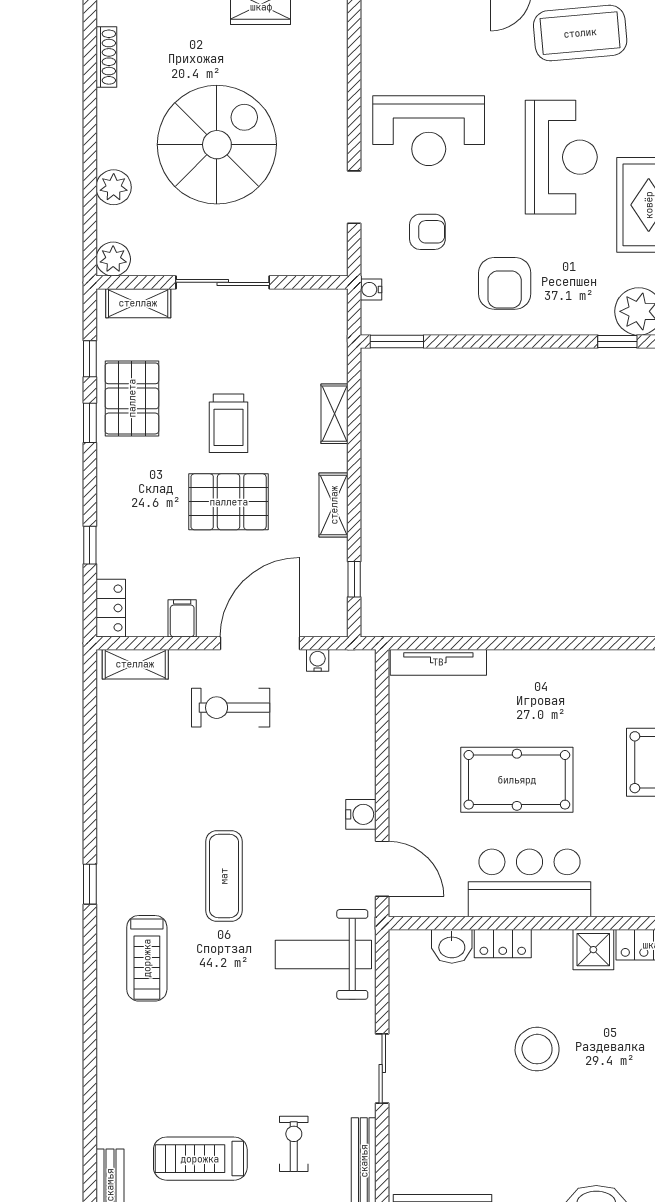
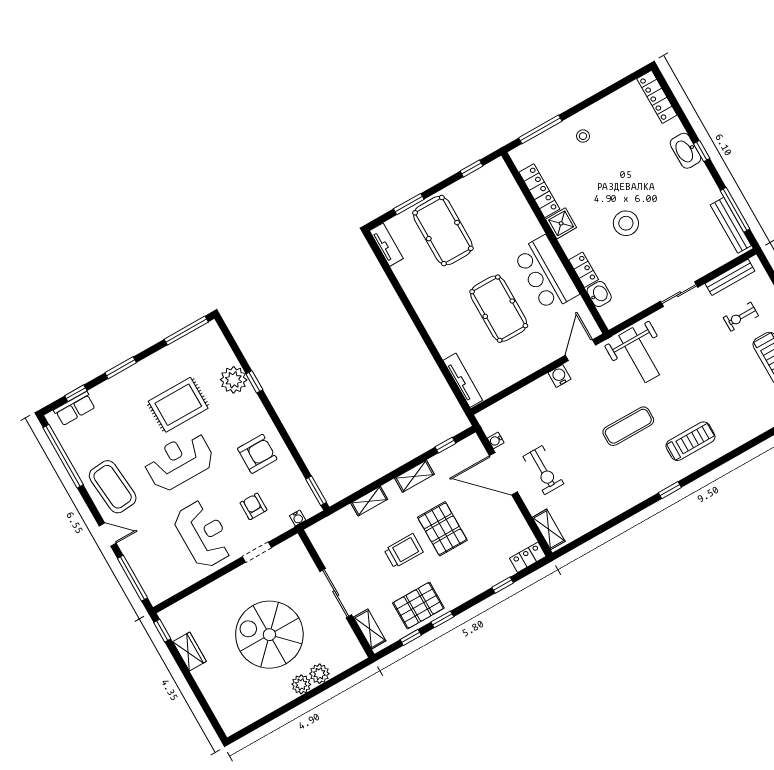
shoe rack: (106, 57) -> (257, 714), removed
plant: (113, 259) -> (301, 684), moved
filing cabinet: (182, 618) -> (513, 519), removed

